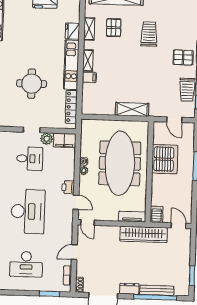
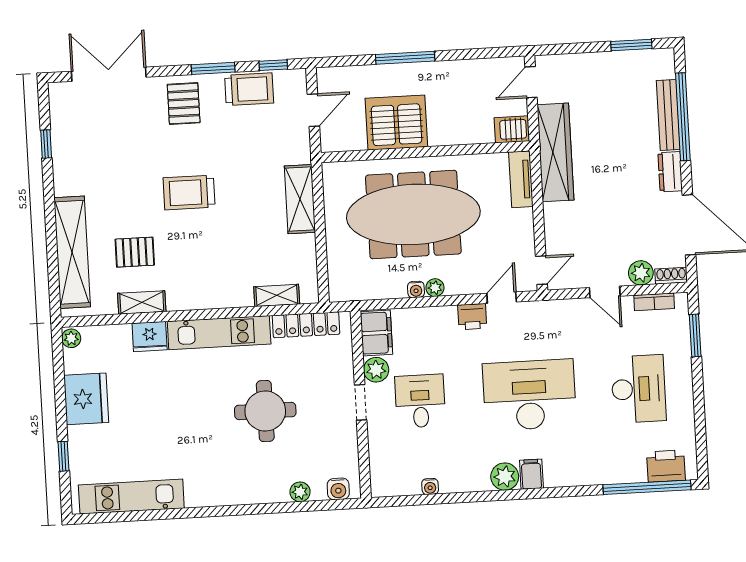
trolley: (149, 34) -> (189, 193), moved
shelving: (88, 60) -> (277, 295), moved
filing cabinet: (89, 77) -> (242, 293), removed
plant: (82, 270) -> (641, 273), added

